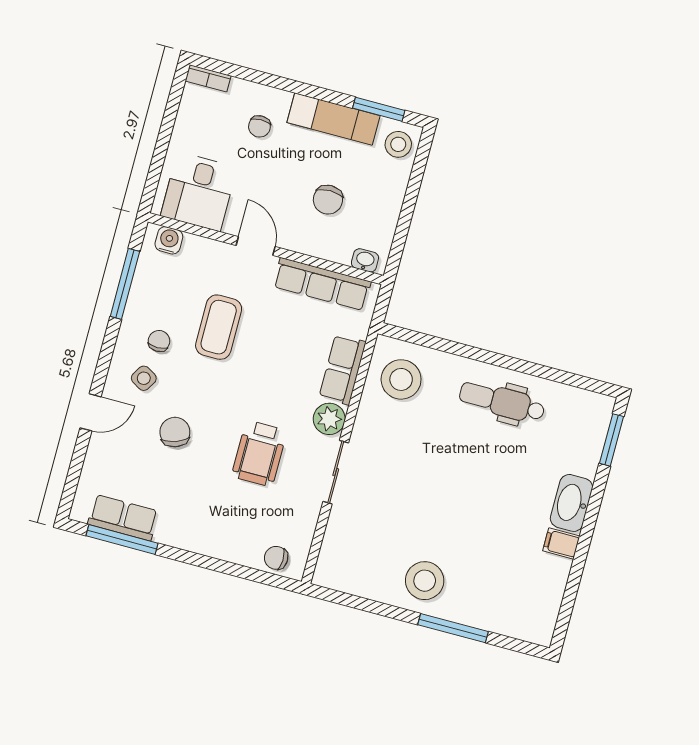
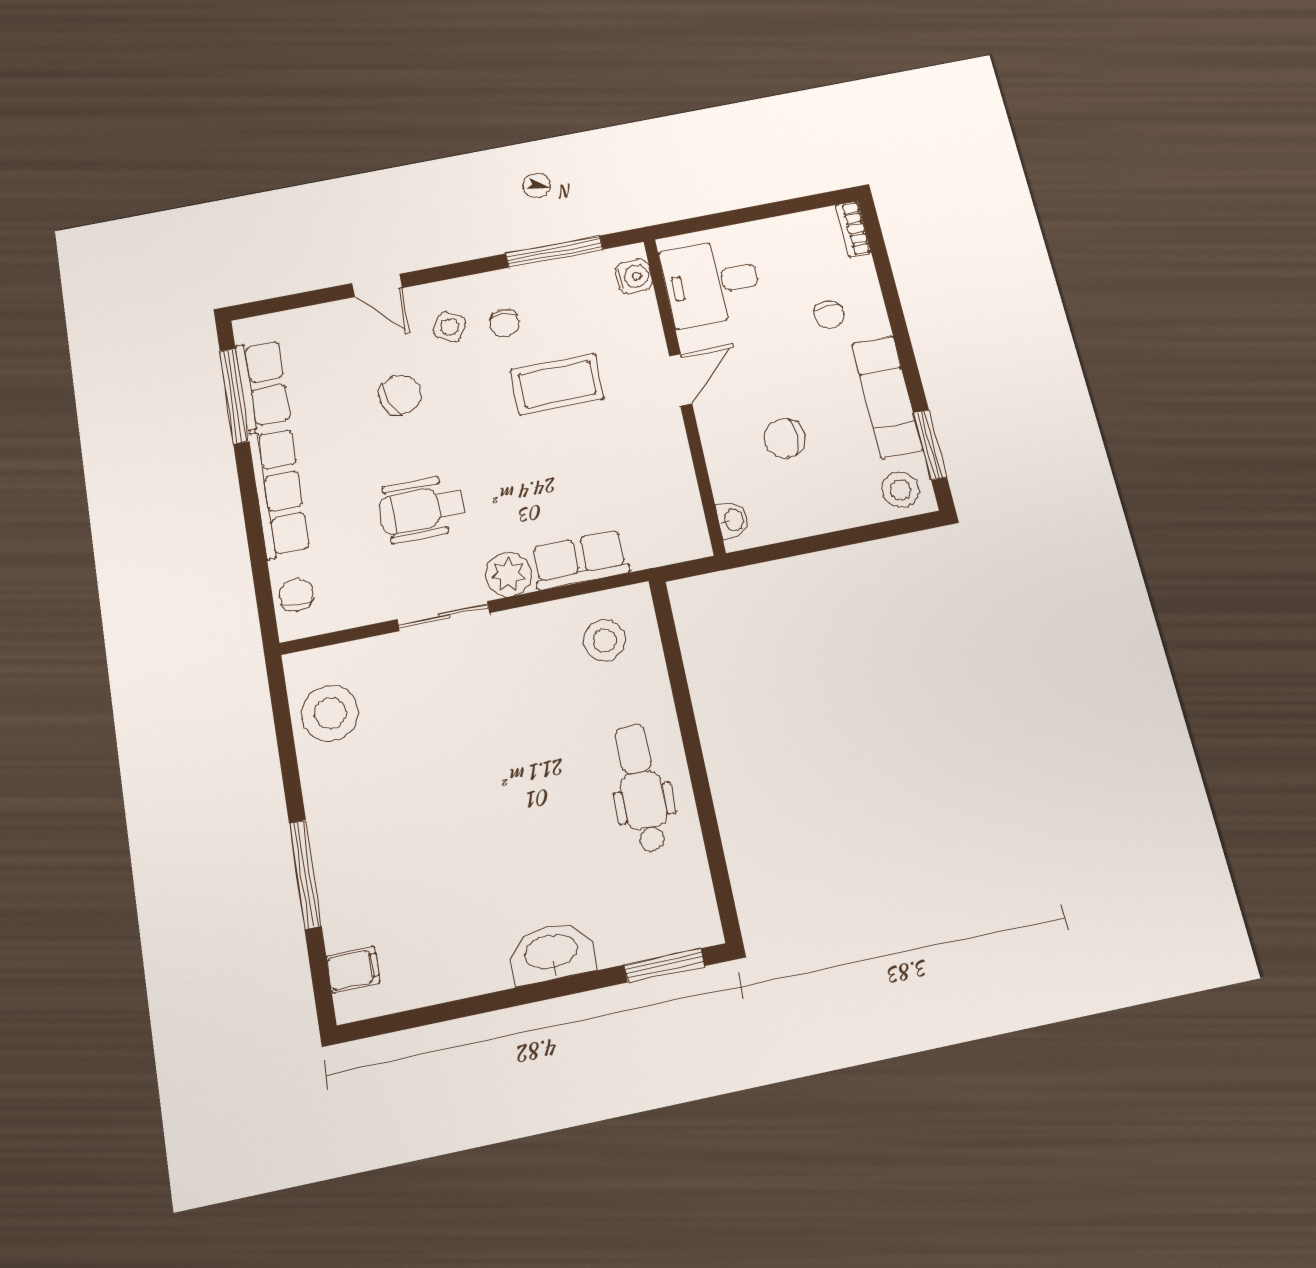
chair: (259, 126) -> (829, 315), turned -90
row of seats: (322, 284) -> (279, 492), moved, turned 180
chair: (159, 341) -> (505, 323), turned 92
stool: (401, 379) -> (605, 640), width x0.73, depth x0.73
filing cabinet: (561, 543) -> (353, 969), moved, turned 90
stool: (425, 581) -> (330, 713), moved

